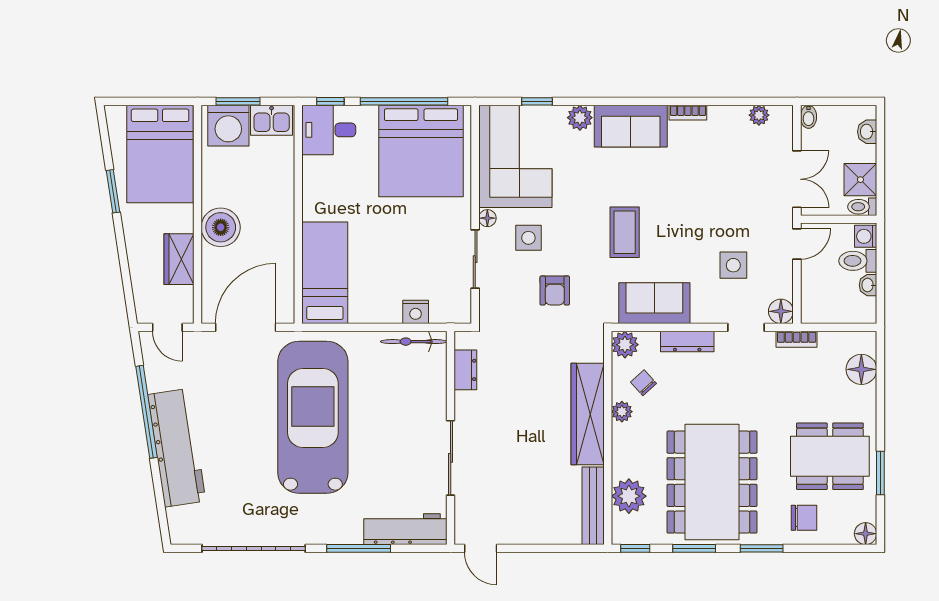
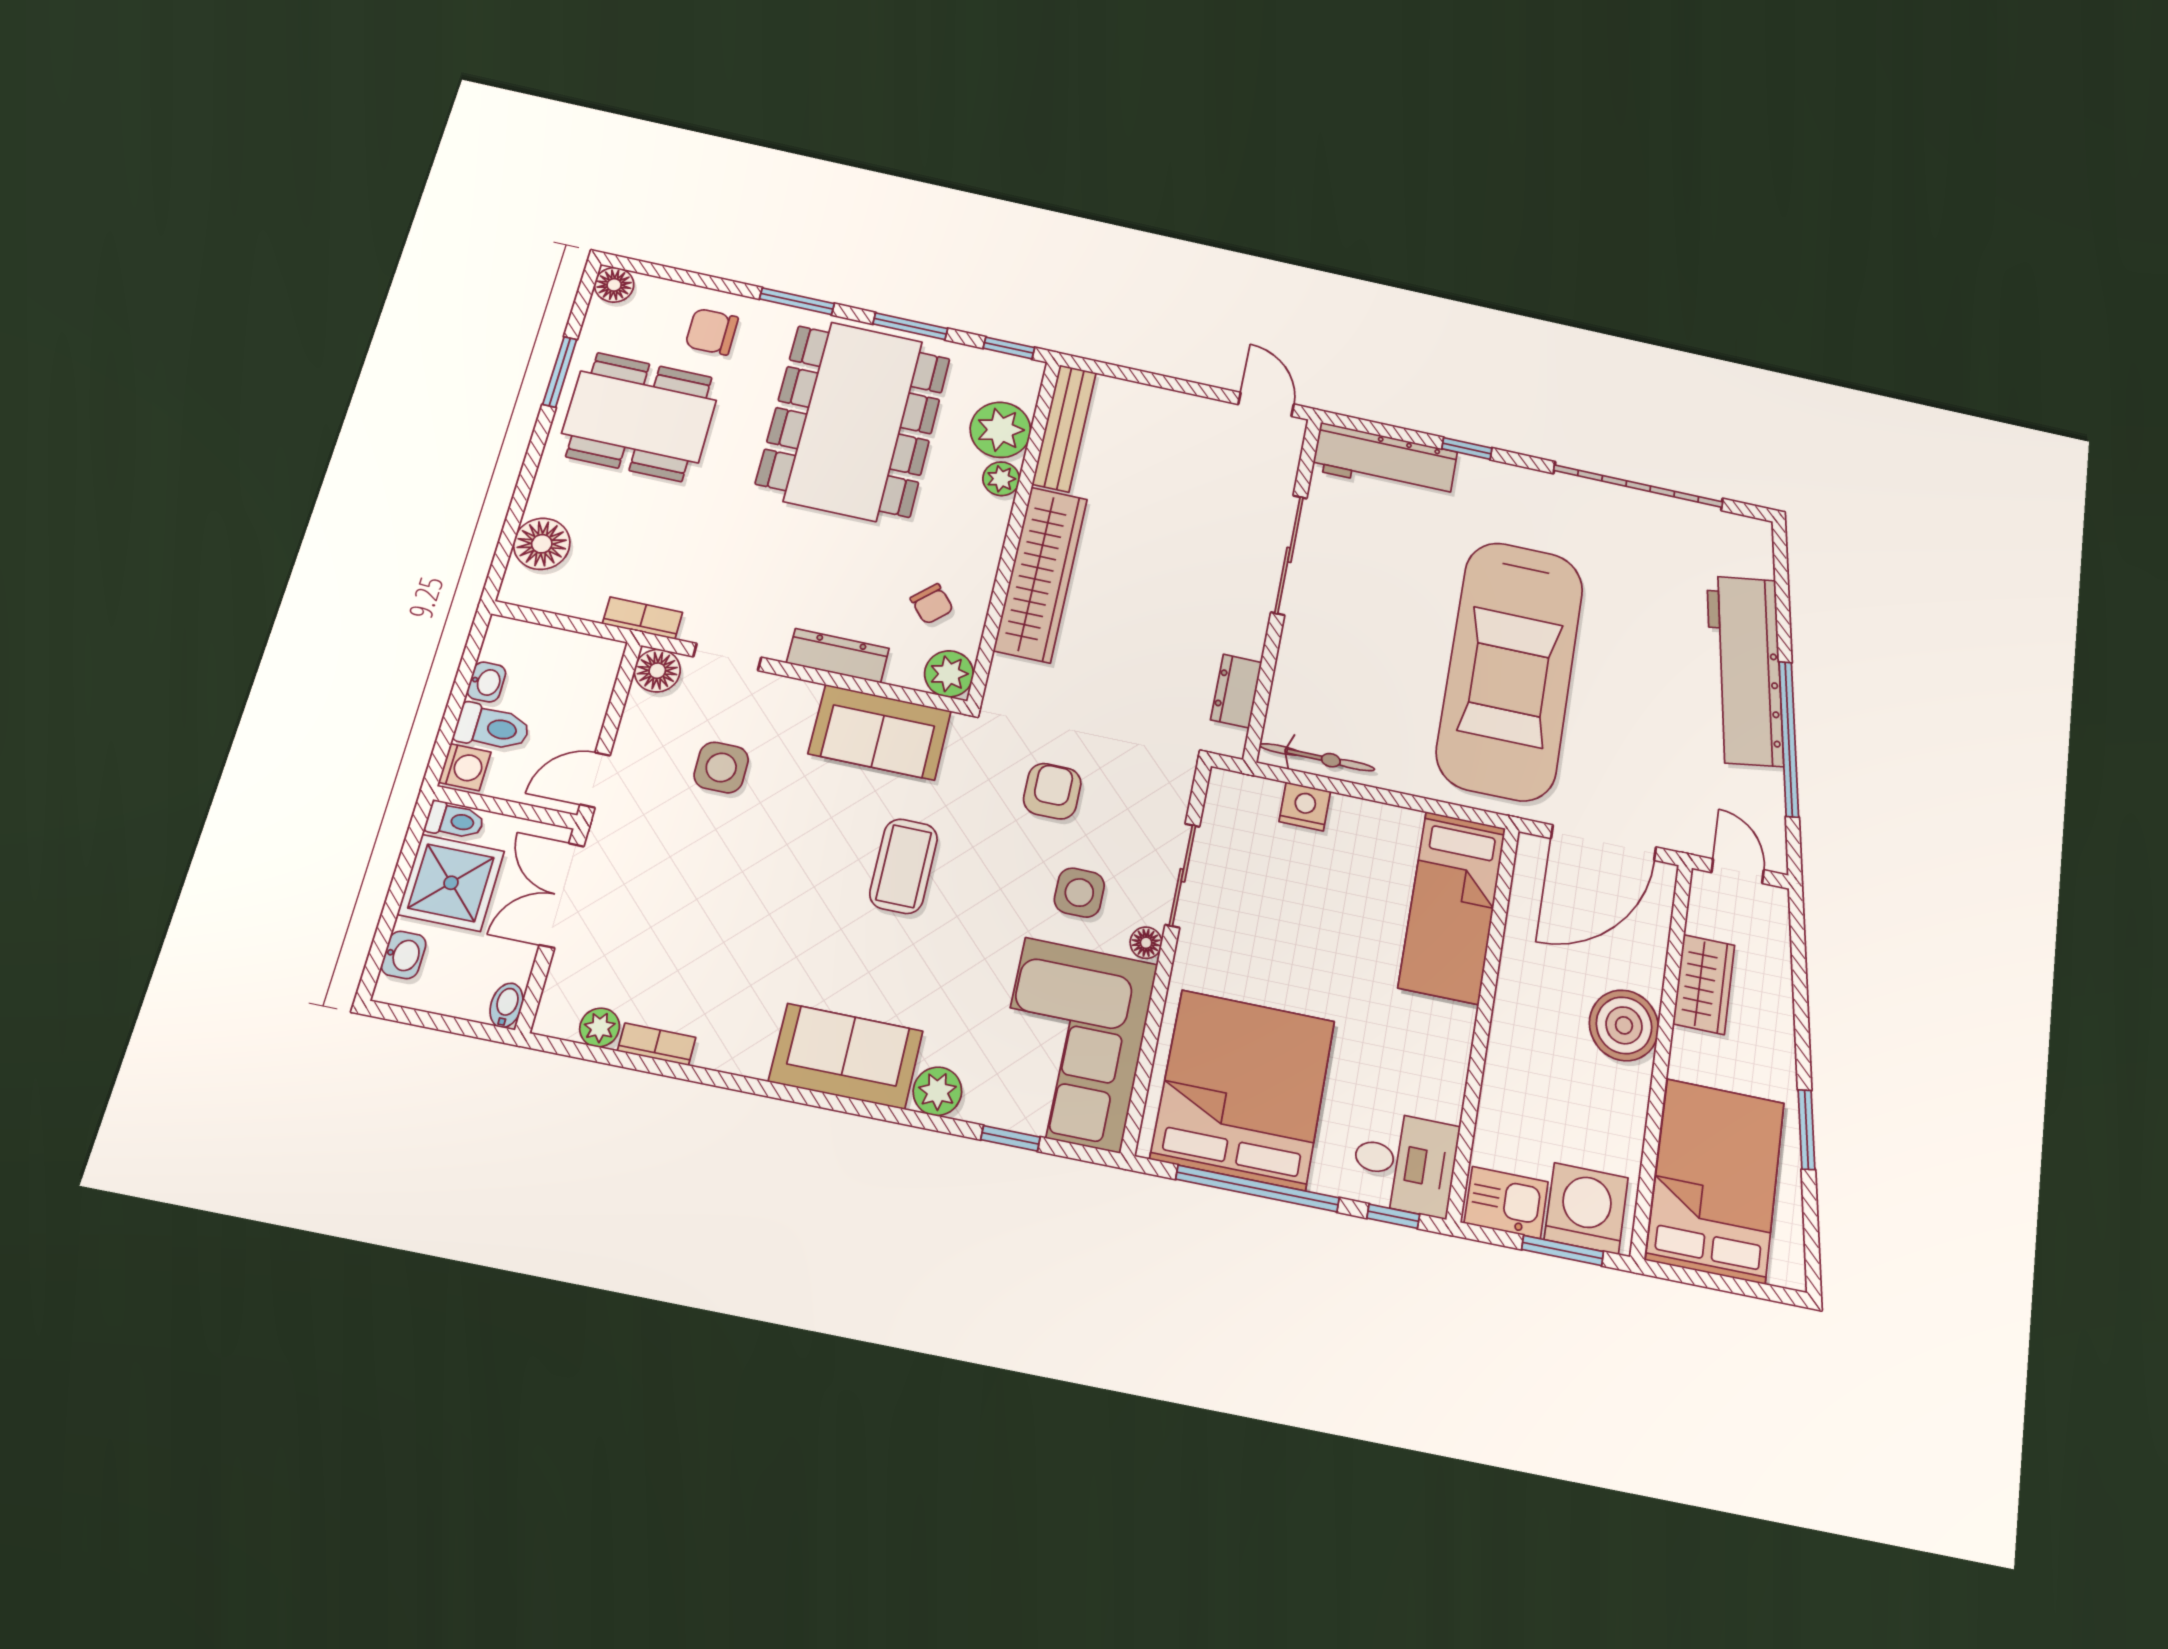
bookcase: (688, 113) -> (657, 1044), moved
shower: (860, 180) -> (451, 883), width x1.36, depth x1.36
plant: (622, 412) -> (1001, 479), moved
window: (359, 548) -> (1467, 448), width x0.46

